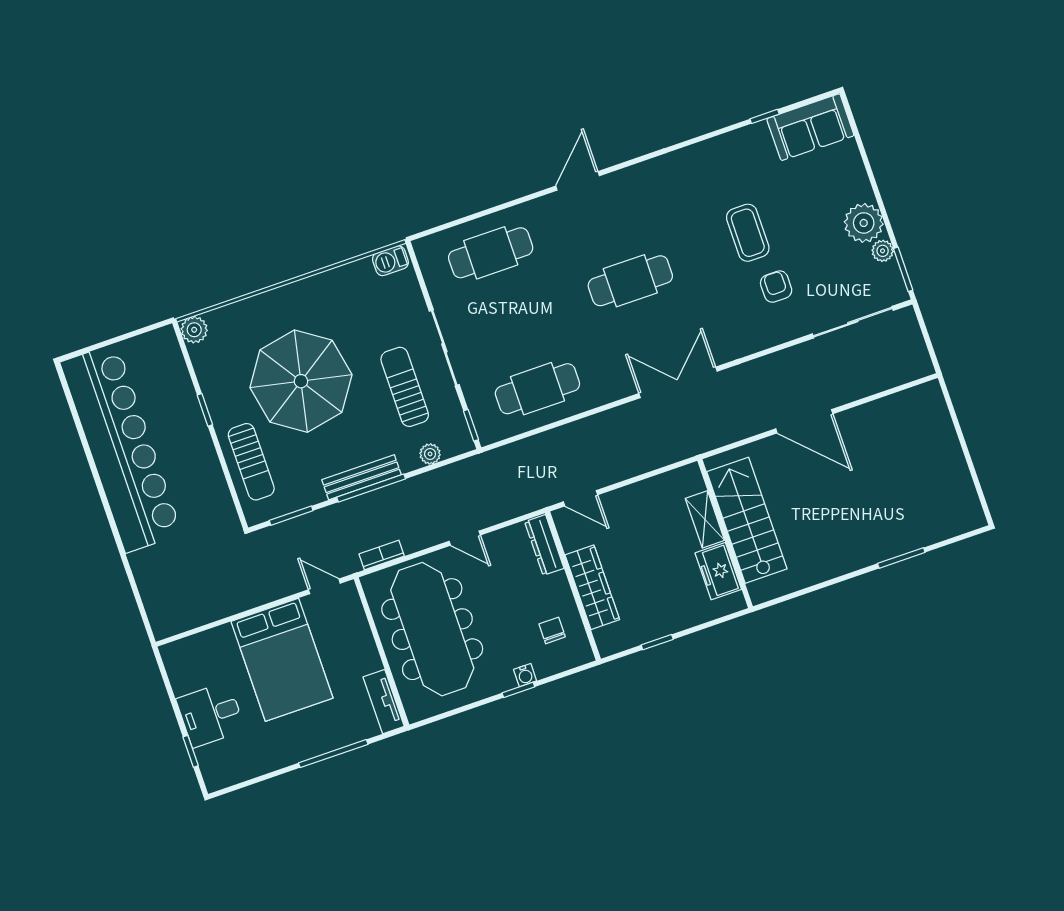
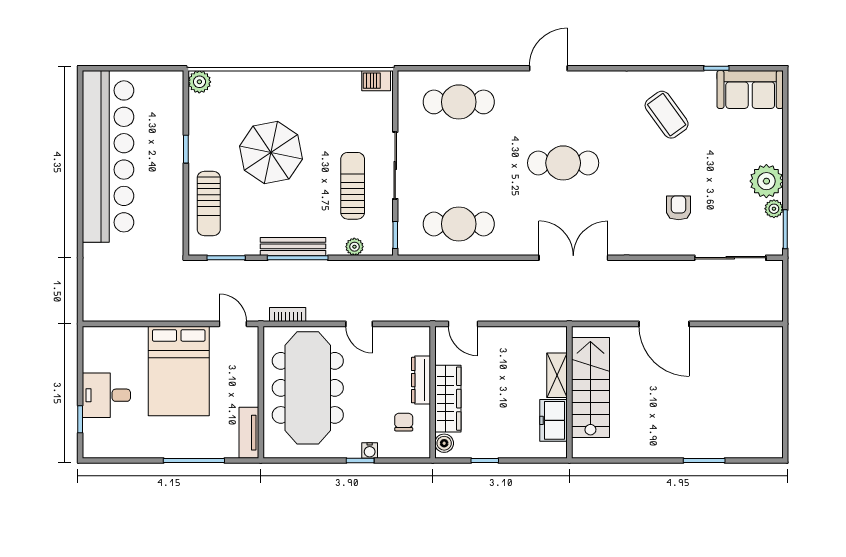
coffee table: (748, 233) -> (667, 115), moved, turned -36
parasol: (301, 381) -> (271, 153), width x0.73, depth x0.73
dresser: (544, 545) -> (421, 380), moved
boiler: (605, 638) -> (444, 443), added

